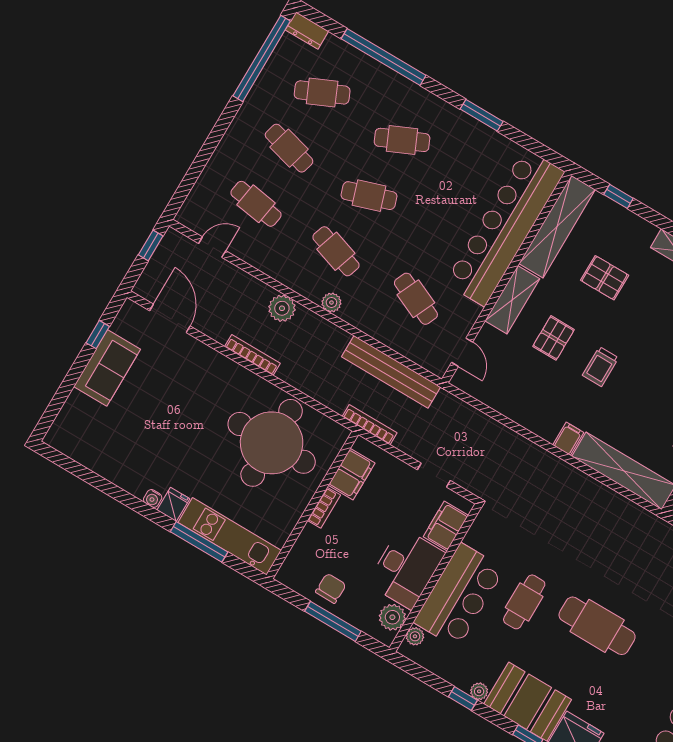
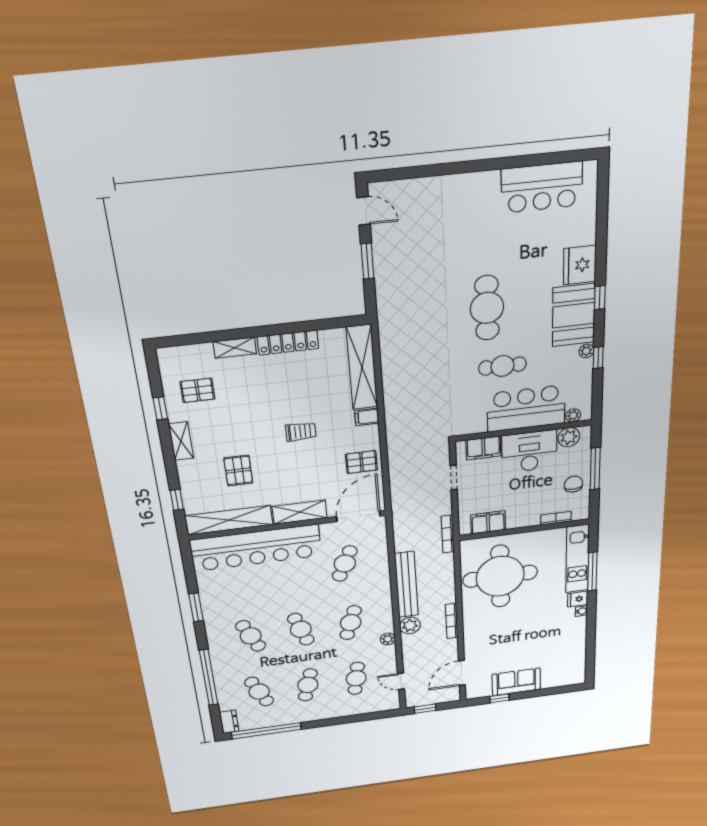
plant: (331, 303) -> (388, 639), moved
pallet: (554, 338) -> (361, 462), moved
door: (462, 352) -> (358, 516), width x1.88
bench: (391, 372) -> (406, 585), moved
bookcase: (324, 508) -> (556, 518), moved
chair: (331, 588) -> (573, 484), turned 89

